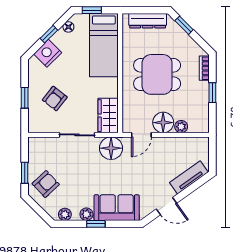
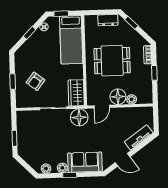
dresser: (148, 21) -> (108, 20), width x0.70
nightstand: (48, 53) -> (29, 47), removed
armchair: (46, 184) -> (31, 146), removed

